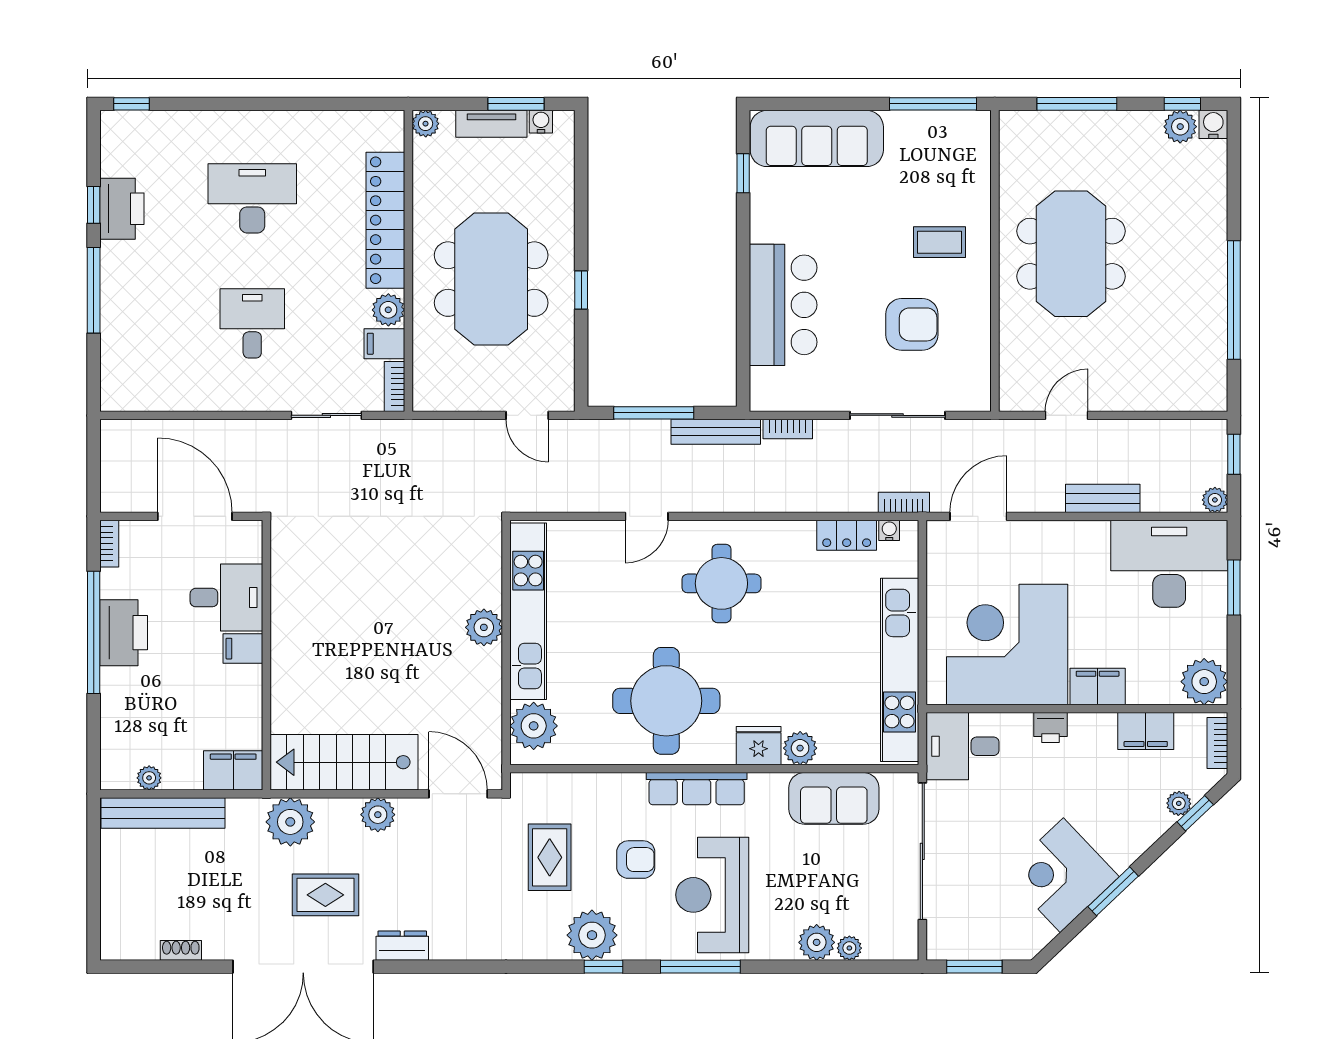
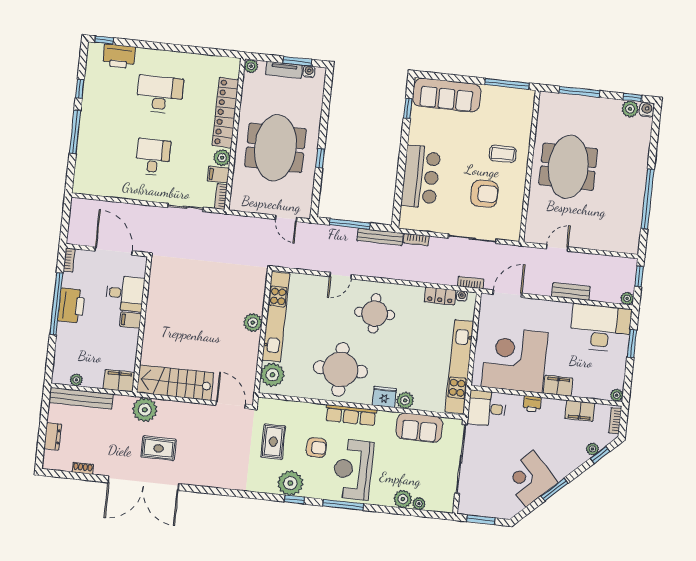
printer: (122, 209) -> (119, 56), moved, turned 90
plant: (1204, 682) -> (617, 395), width x0.53, depth x0.53
plant: (378, 815) -> (189, 411), removed
dresser: (402, 946) -> (53, 436), moved, turned 90

